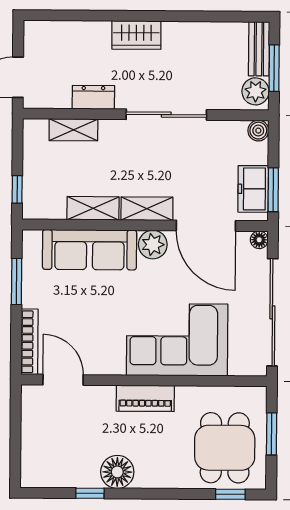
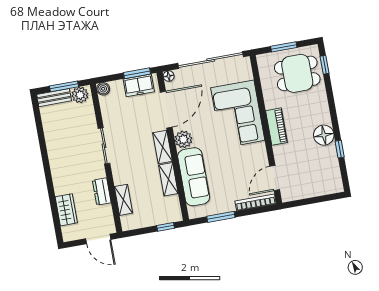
wardrobe: (136, 35) -> (66, 210), moved
sliding door: (166, 115) -> (104, 146), width x0.73

